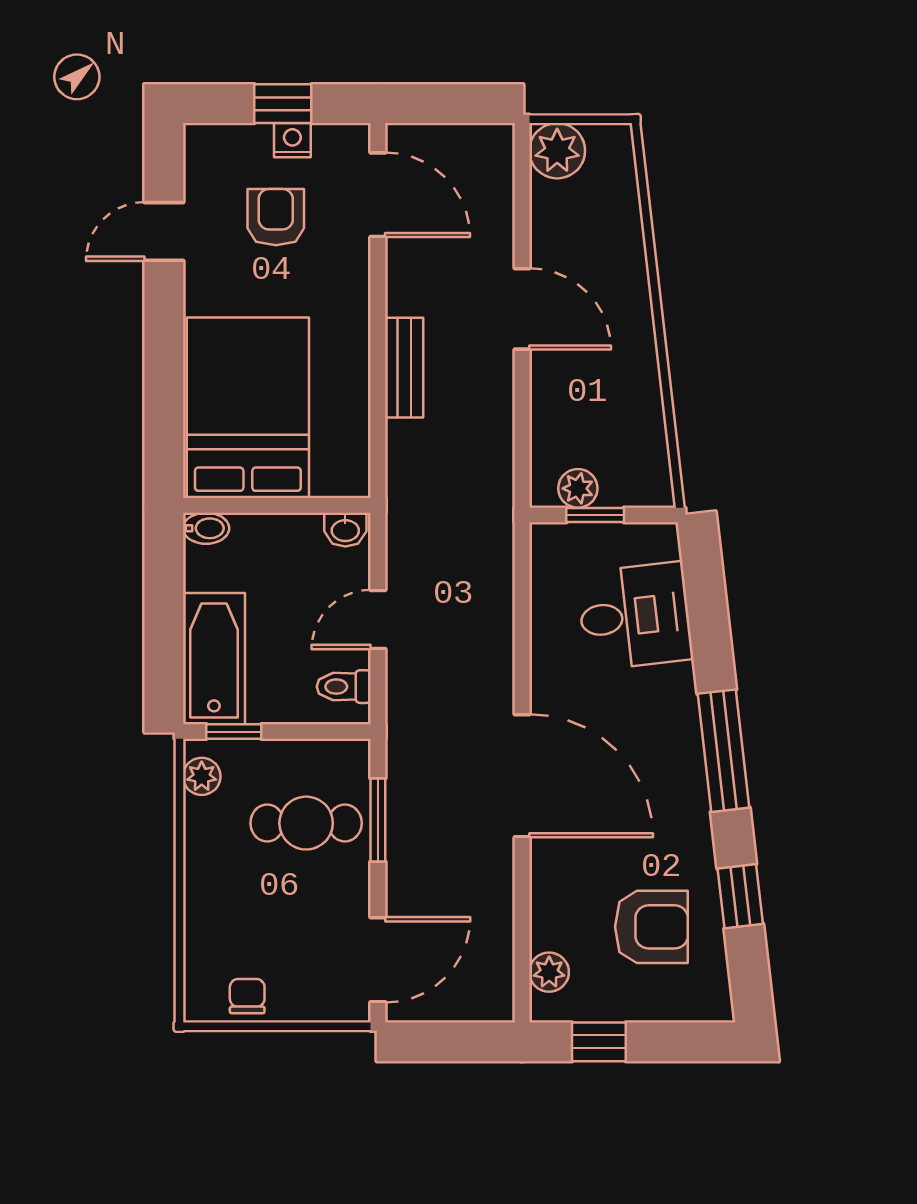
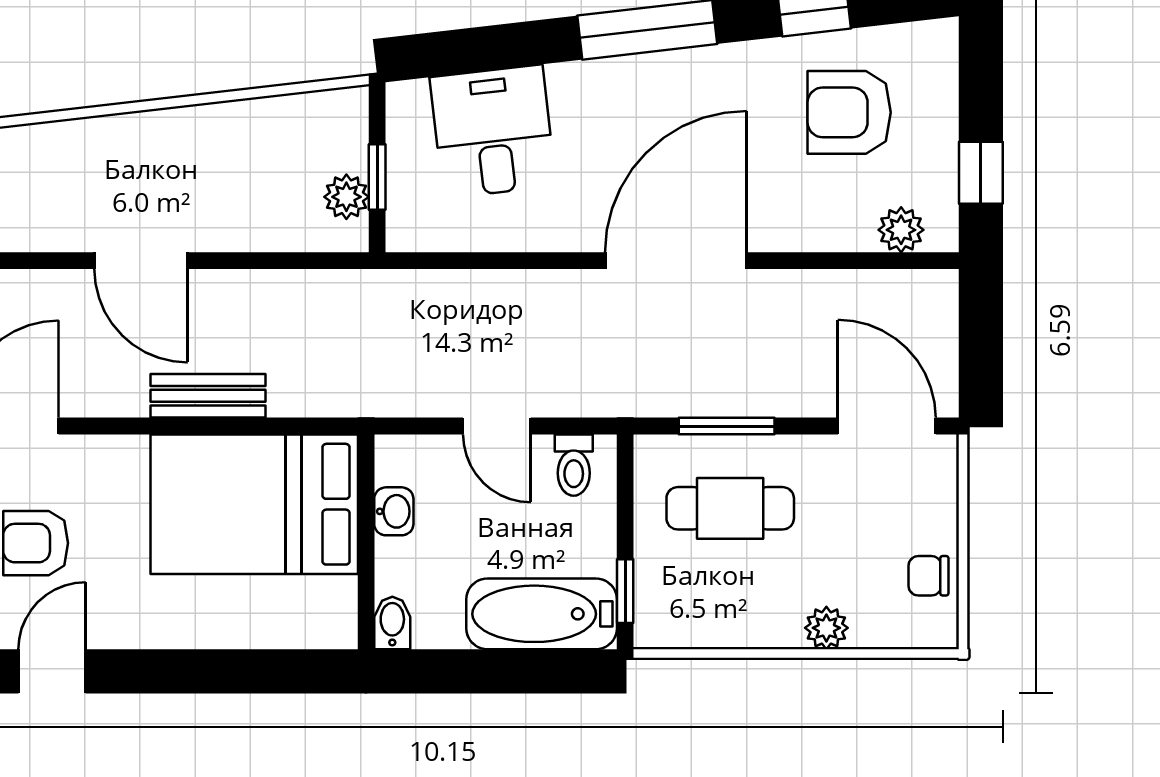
door: (164, 232) -> (52, 671), swing flipped
door: (522, 309) -> (141, 261), swing flipped
bed: (248, 408) -> (254, 504), moved
washbasin: (345, 530) -> (394, 511), moved
plant: (202, 776) -> (826, 628), moved
cafe table: (306, 823) -> (730, 508), turned 90
armchair: (651, 927) -> (849, 112), turned -90

